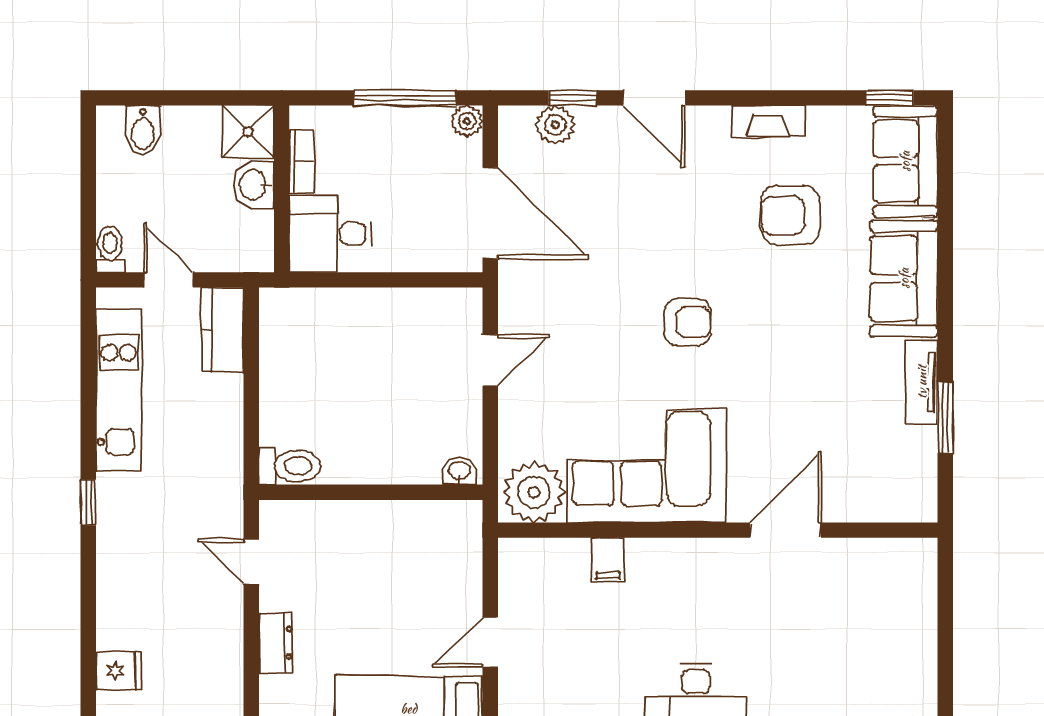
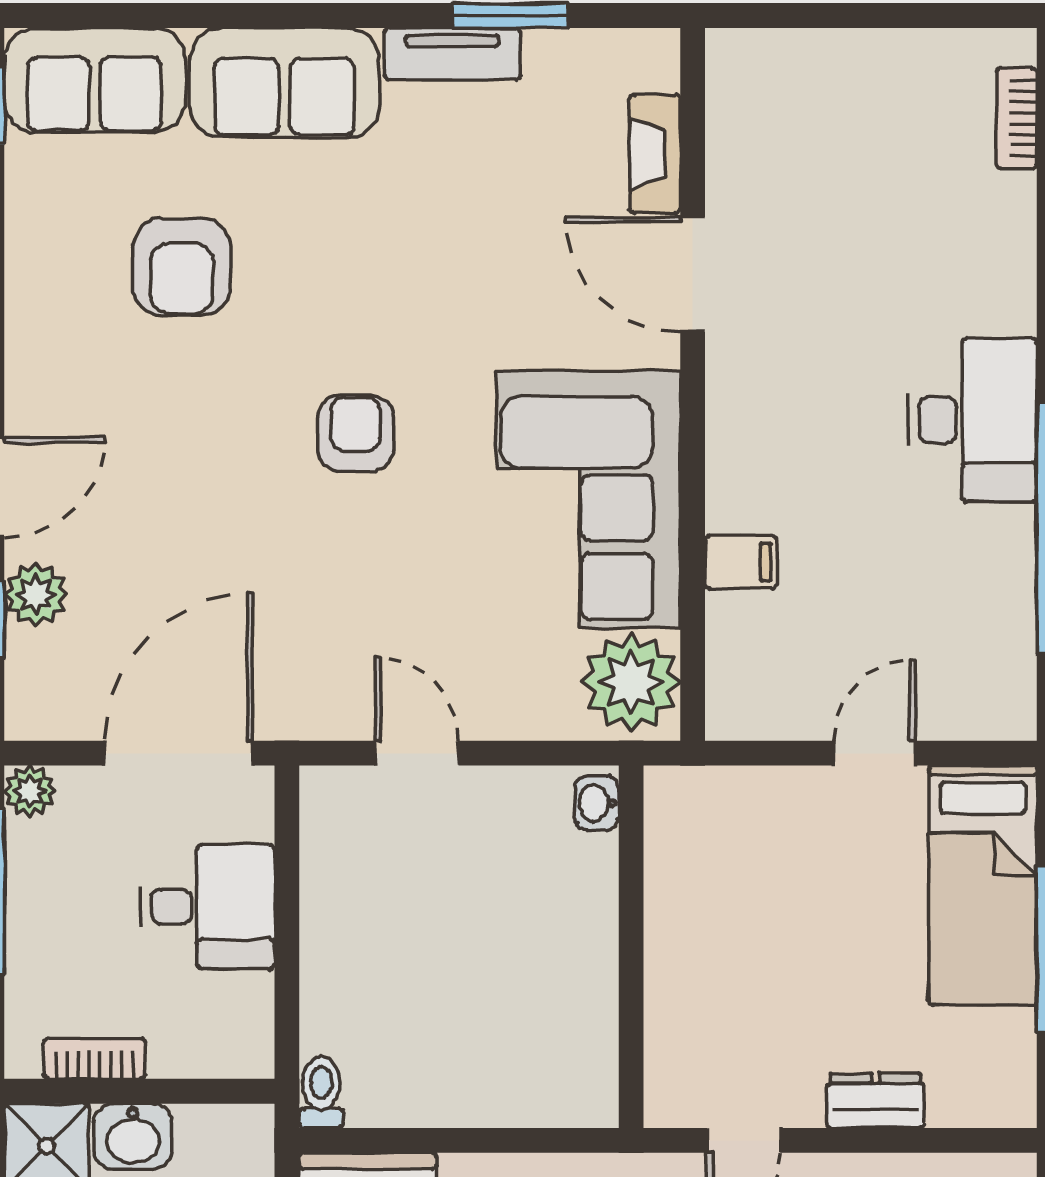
fireplace: (768, 121) -> (655, 154), moved, turned 180
plant: (555, 125) -> (36, 594), moved
desk: (331, 234) -> (208, 907), moved, turned -90
toilet: (290, 466) -> (321, 1092), moved, width x0.73, depth x0.72
door: (490, 642) -> (874, 753), swing flipped

